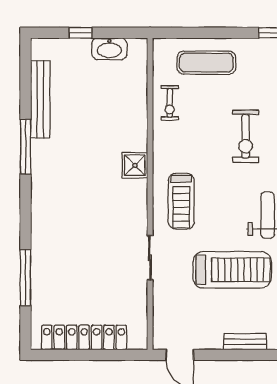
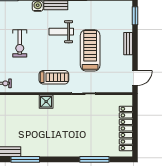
exercise bike: (246, 136) -> (20, 43), turned 90
shower: (135, 165) -> (46, 102), moved

